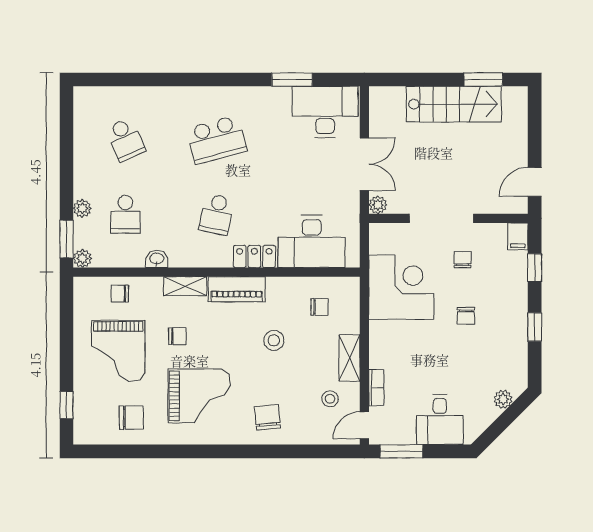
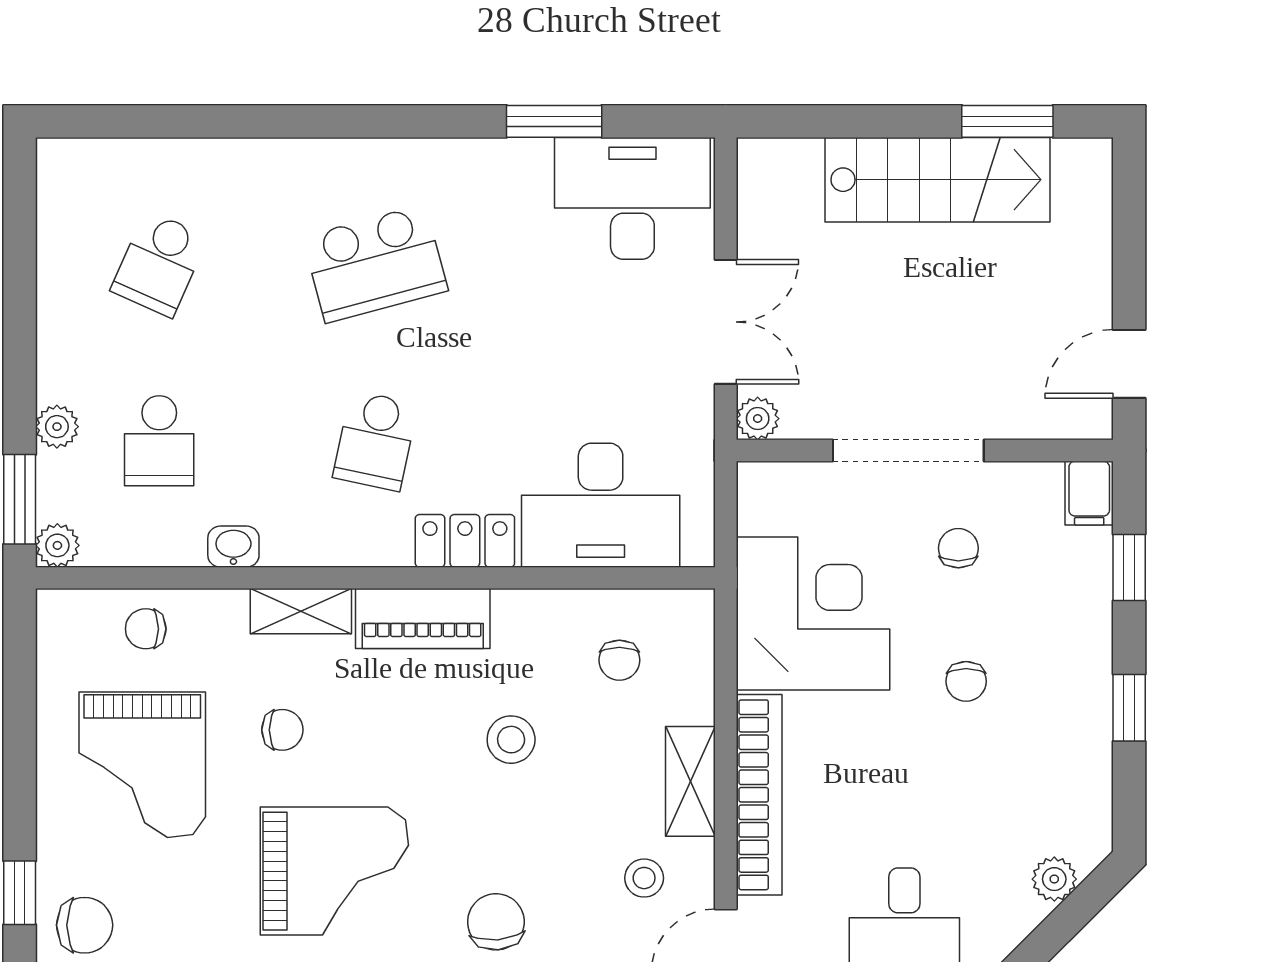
school desk: (125, 140) -> (159, 264), turned 48
chair: (320, 307) -> (619, 660), turned 90
bookcase: (376, 388) -> (759, 795), width x2.31, depth x1.31
chair: (131, 418) -> (85, 925), moved

